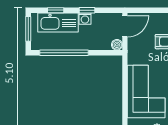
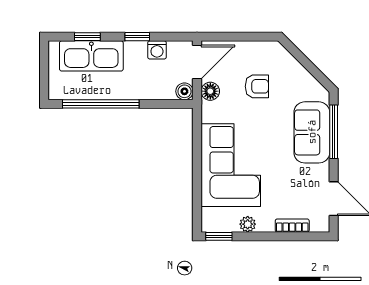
washing machine: (85, 19) -> (157, 50), moved
window: (28, 29) -> (44, 66), removed
floor lamp: (133, 45) -> (210, 91), added

